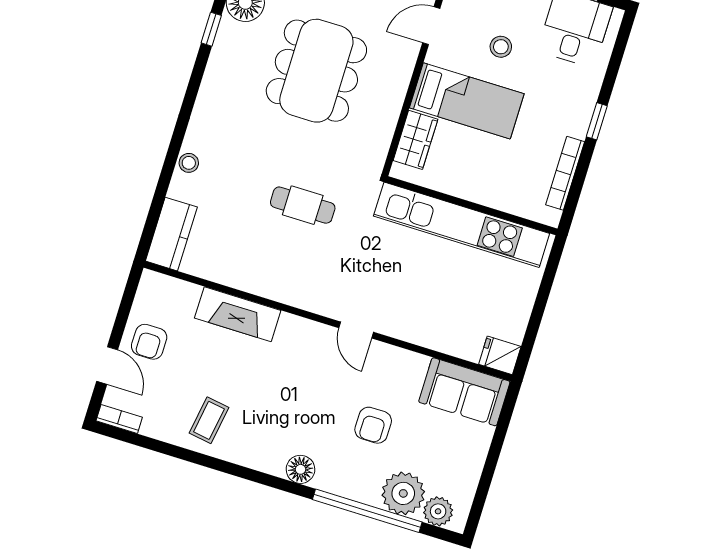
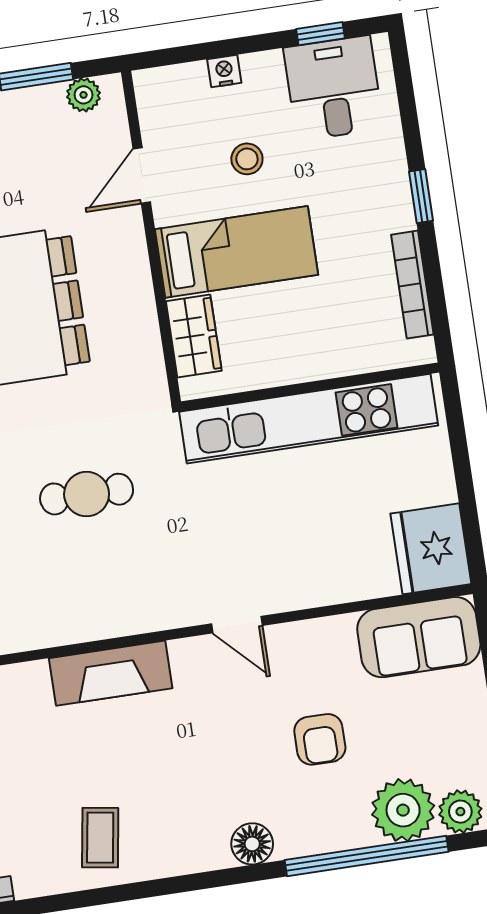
fireplace: (238, 314) -> (111, 673), moved
fridge: (500, 355) -> (431, 549), width x1.88, depth x1.34

